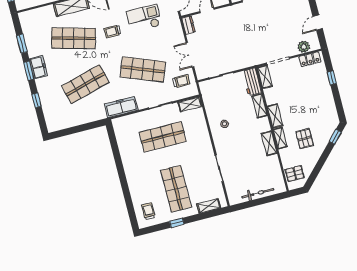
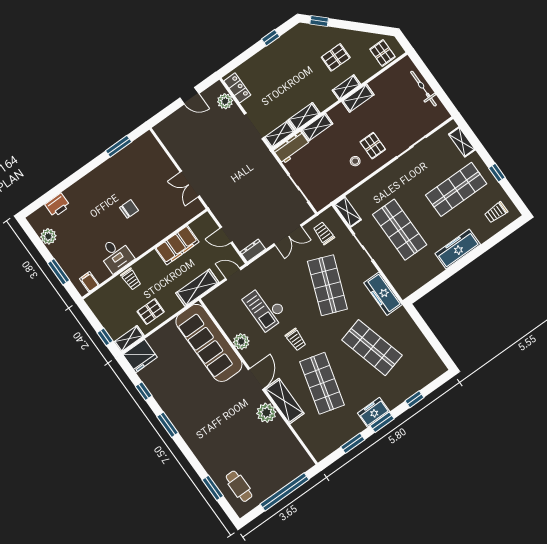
window: (332, 78) -> (271, 38), moved
shelving: (275, 116) -> (304, 117), moved
pallet: (231, 141) -> (373, 146), added
freezer: (133, 173) -> (458, 249), added

